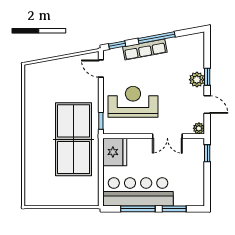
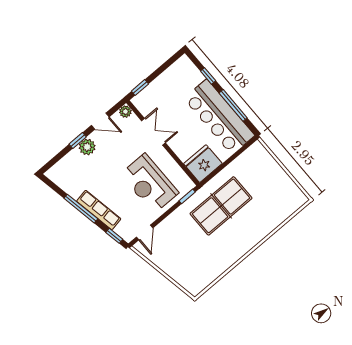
door: (207, 105) -> (100, 121), swing flipped
table tennis table: (74, 139) -> (221, 206), width x0.73, depth x0.76
window: (174, 209) -> (208, 76), width x0.67

